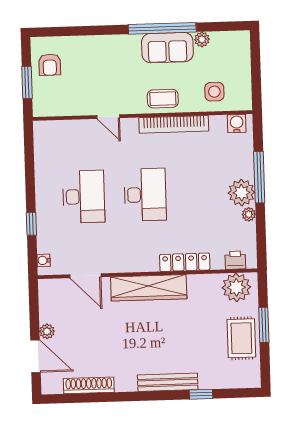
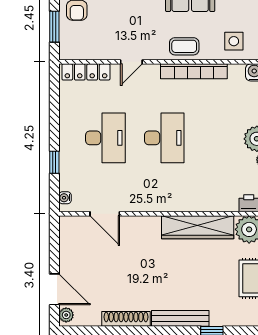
door: (108, 117) -> (131, 62), hinge flipped
locker: (185, 262) -> (86, 72), moved, turned 180
wardrobe: (149, 288) -> (198, 227), moved
plant: (47, 331) -> (66, 315), moved
shoe rack: (89, 385) -> (126, 319), moved

